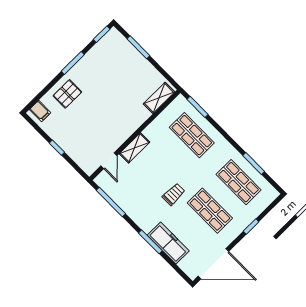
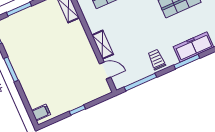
pallet: (67, 94) -> (35, 84), removed
trolley: (174, 194) -> (157, 60), moved

